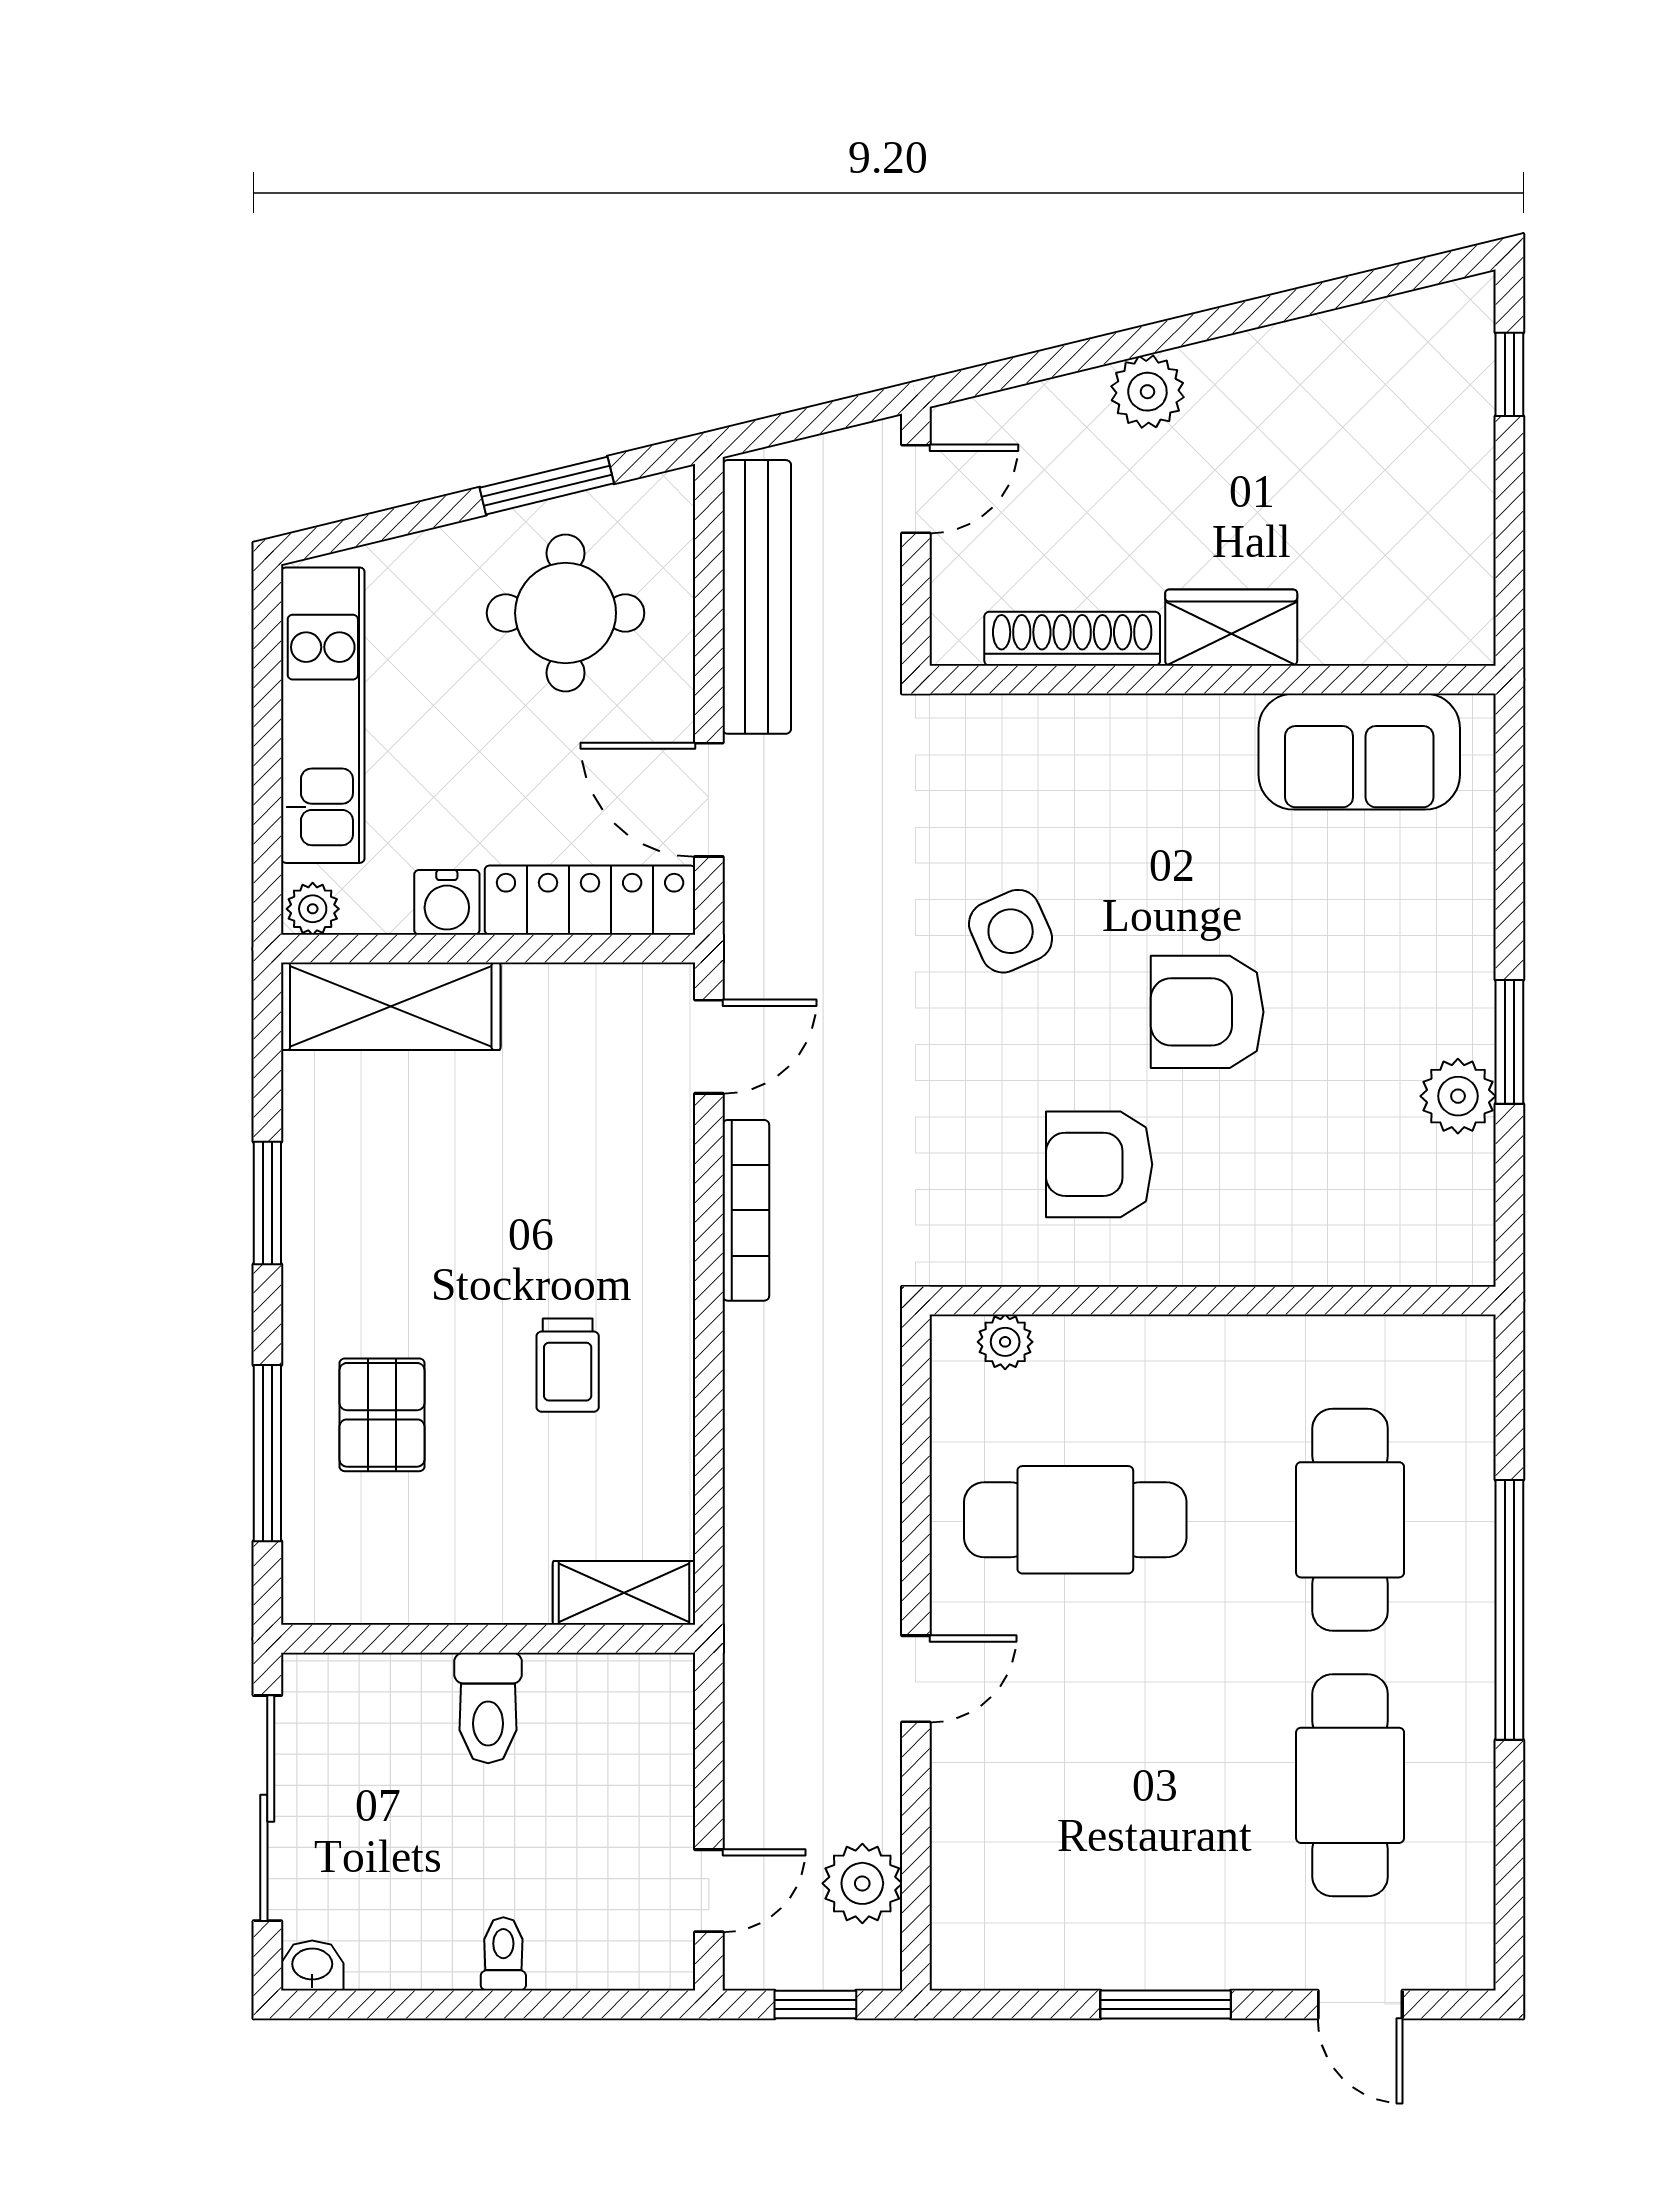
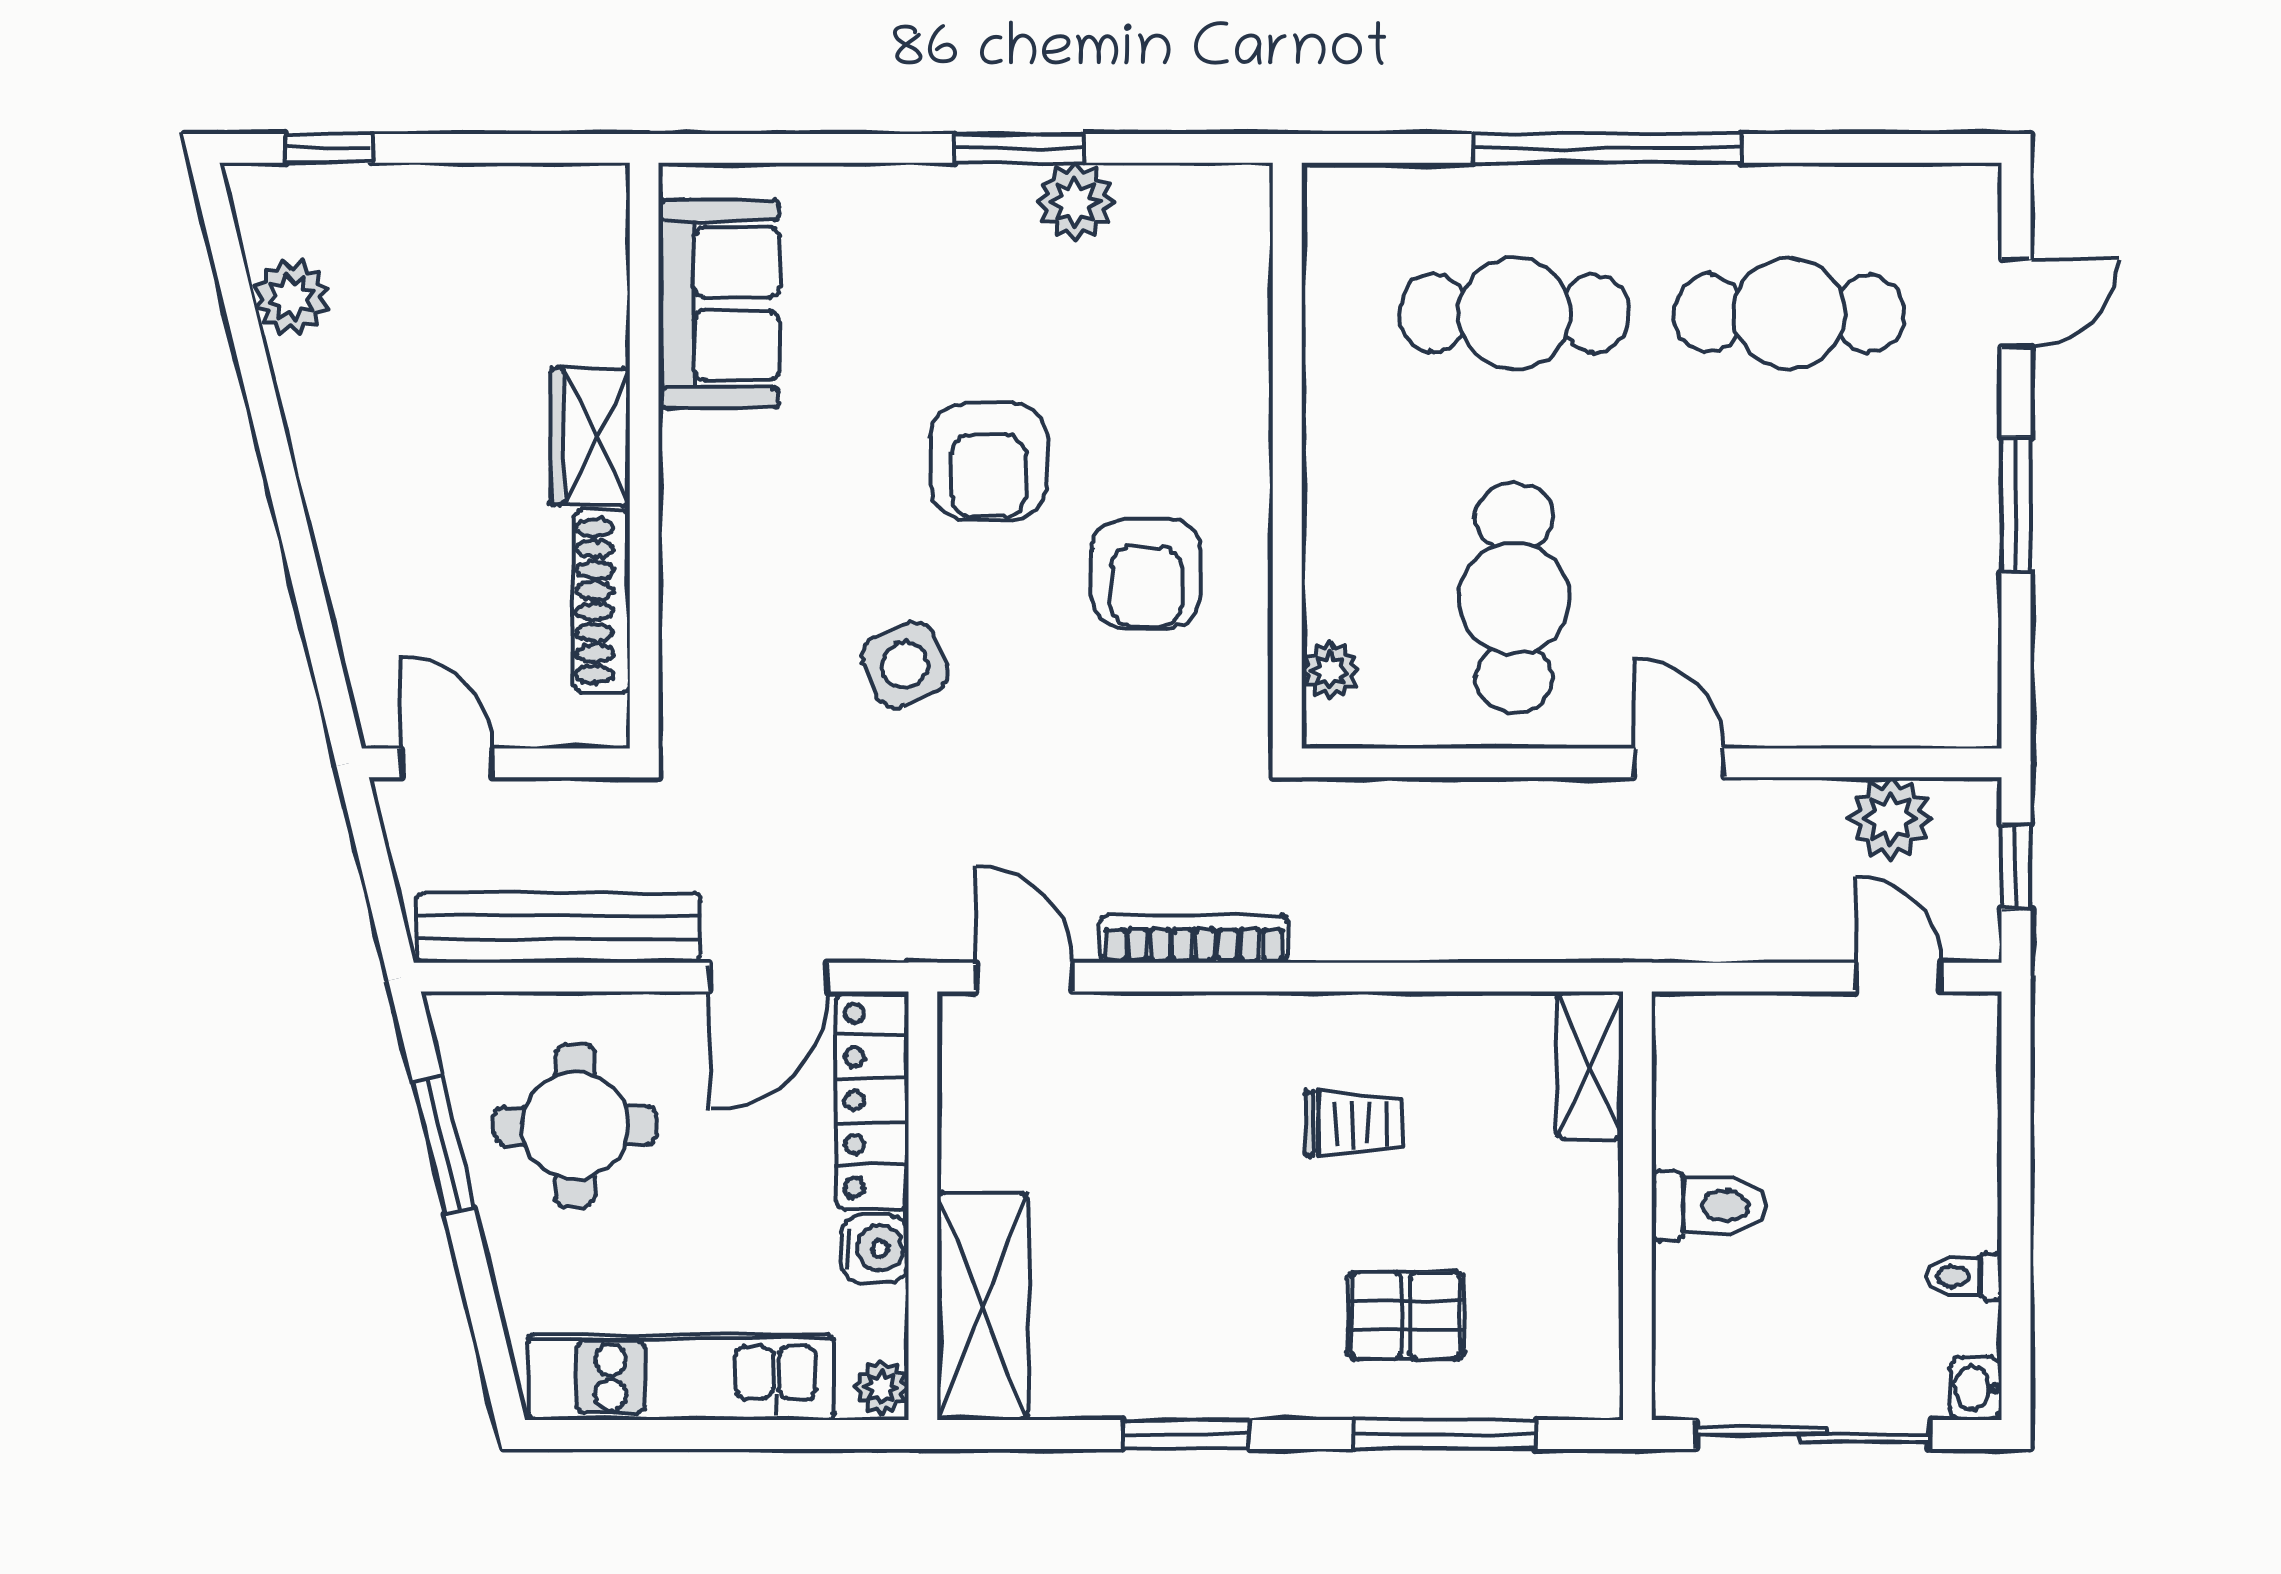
plant: (1147, 392) -> (291, 298), moved
toilet: (503, 1954) -> (1964, 1277), moved

